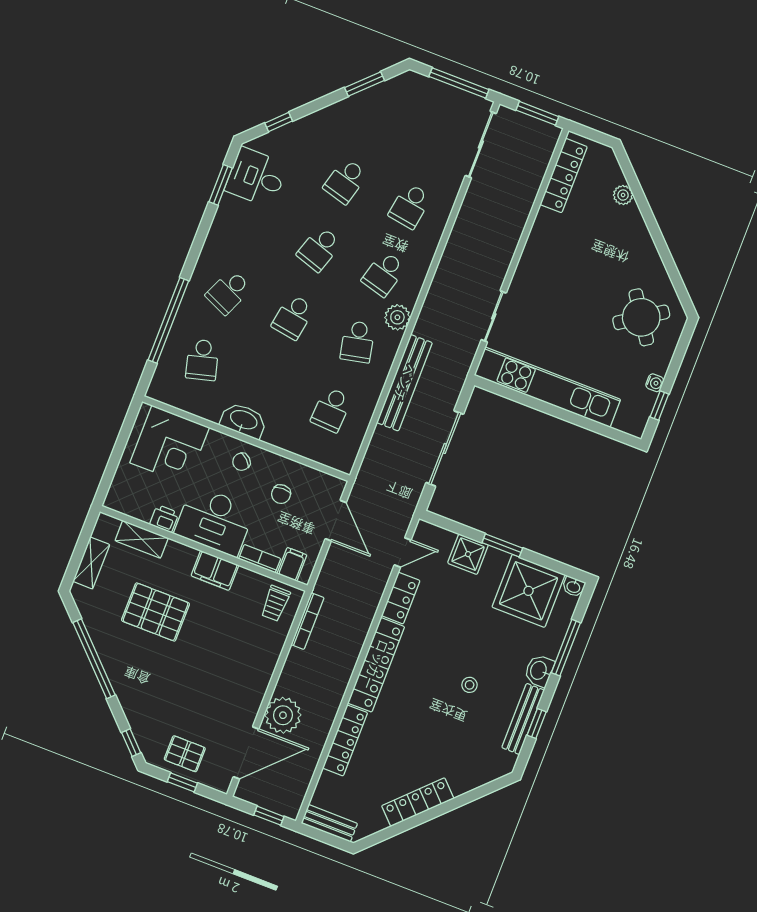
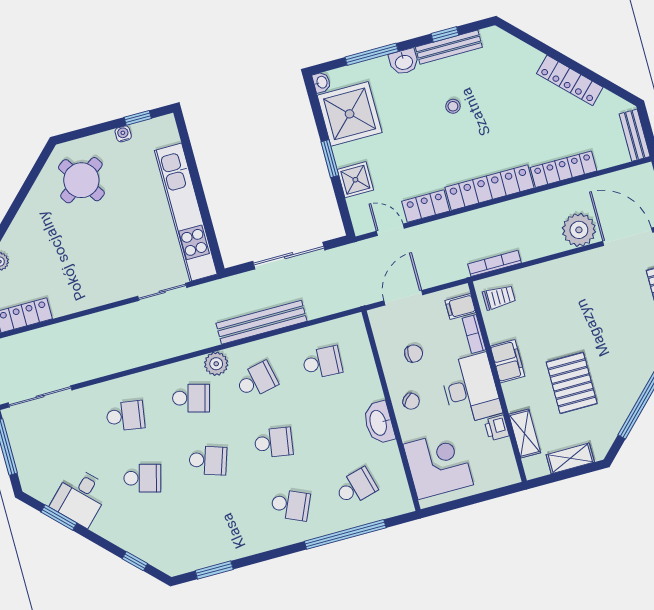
desk: (256, 177) -> (80, 497), moved, turned 45

